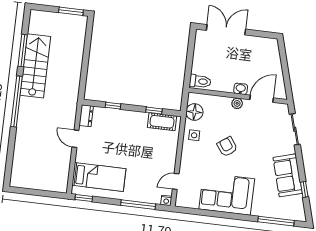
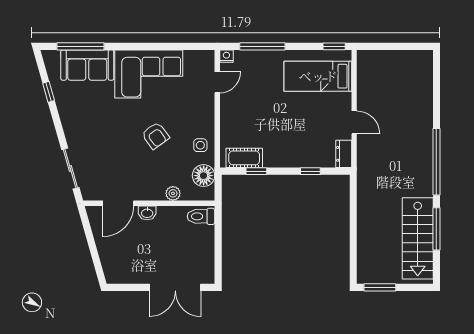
stairs: (35, 66) -> (418, 238), moved
plant: (237, 103) -> (173, 193), moved
sofa: (288, 175) -> (87, 65), moved, turned 106

